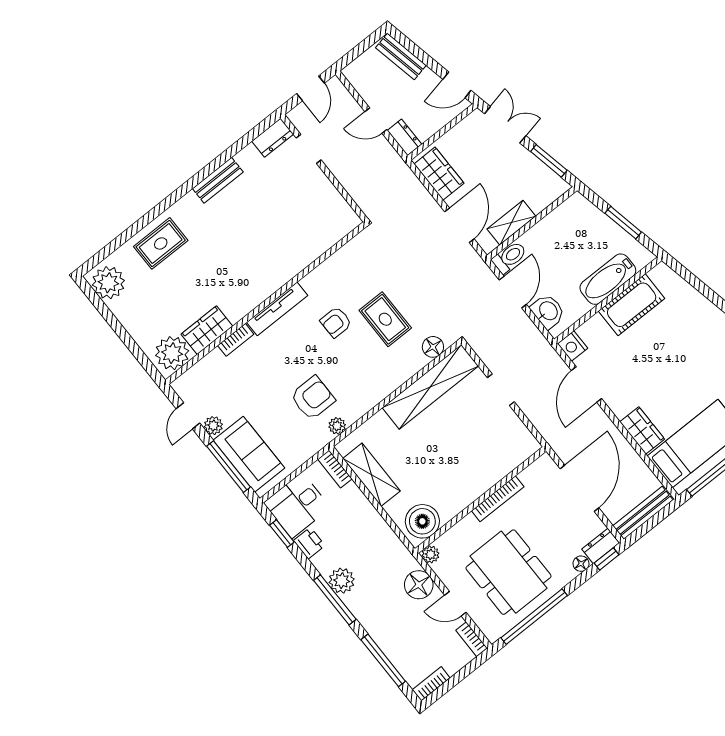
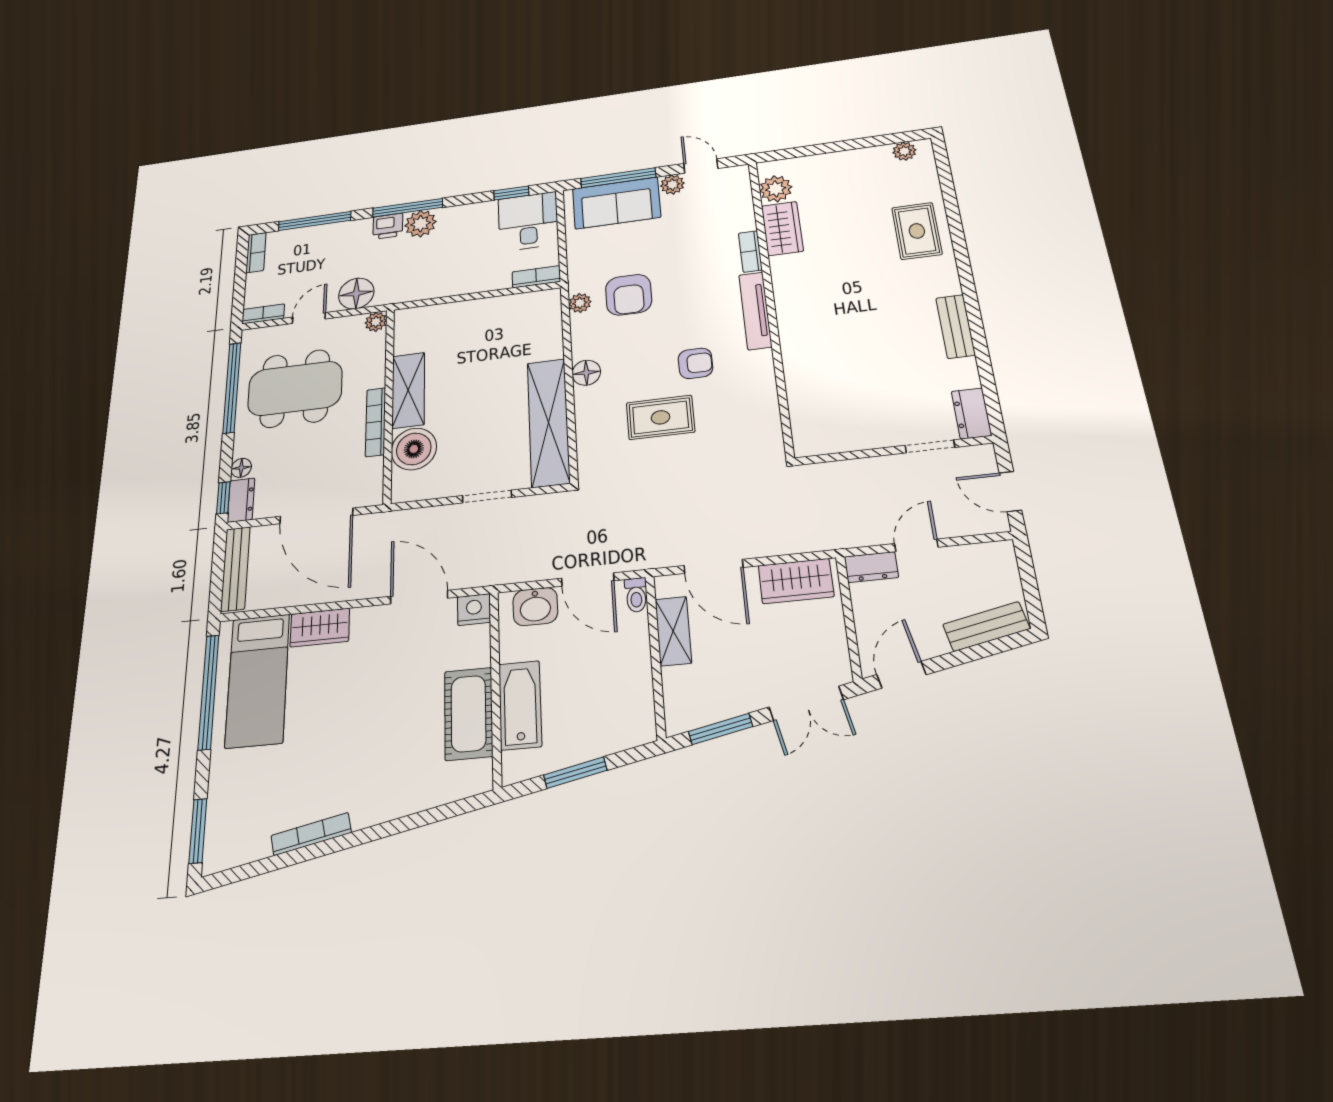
toilet: (509, 257) -> (636, 595), width x0.73, depth x0.72
plant: (108, 283) -> (904, 151), width x0.53, depth x0.53
armchair: (336, 322) -> (695, 363), turned 90
floor lamp: (433, 347) -> (586, 373), moved
plant: (172, 353) -> (776, 189), width x0.73, depth x0.73
shelving: (371, 475) -> (408, 390), moved, turned 90
boiler: (422, 521) -> (414, 449), moved
printer: (309, 543) -> (388, 226), moved

